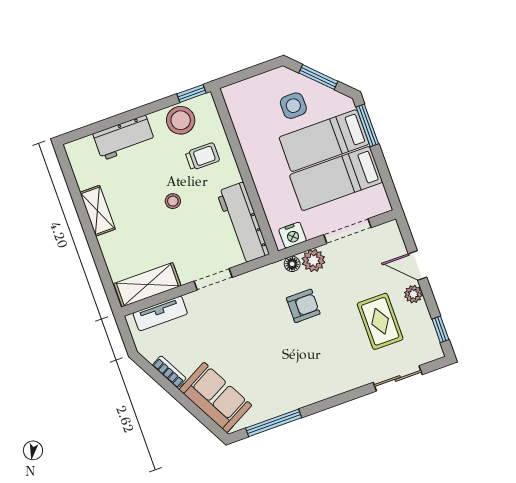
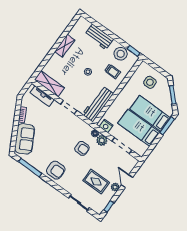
side table: (293, 106) -> (150, 82), moved
rug: (380, 321) -> (96, 181), turned 90
armchair: (310, 380) -> (56, 170), added

